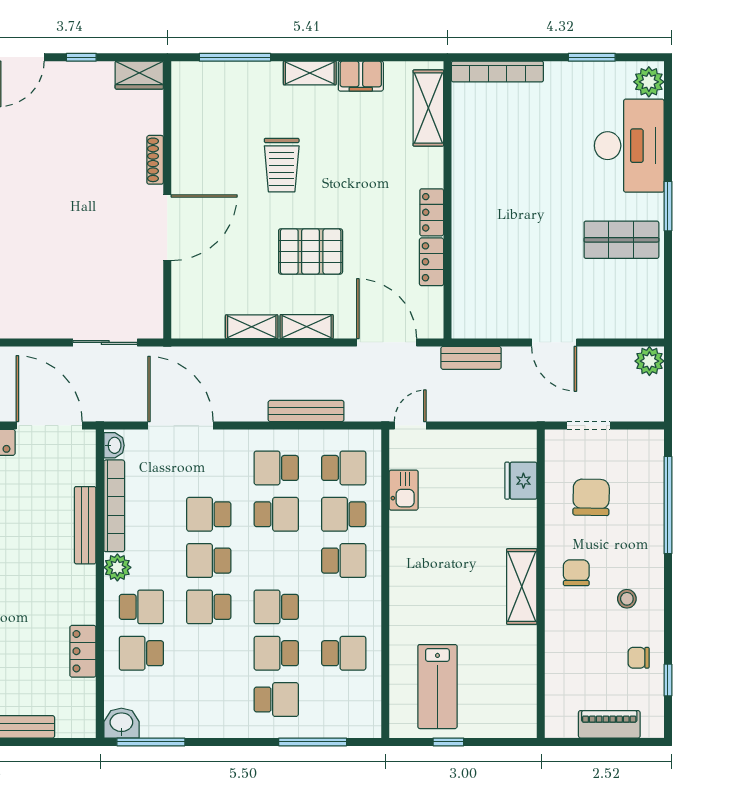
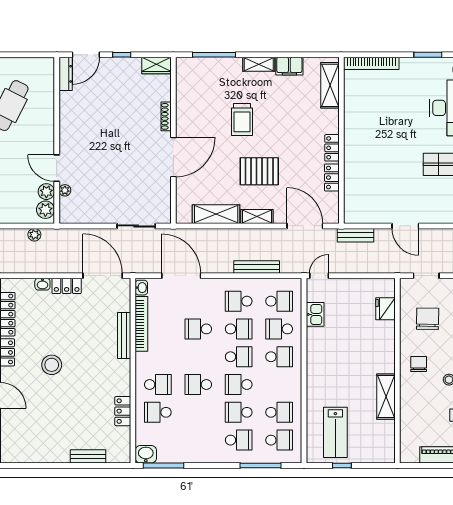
shelving: (252, 327) -> (216, 214), width x1.50, depth x1.33
school desk: (209, 561) -> (239, 357), moved, turned 180
plant: (117, 567) -> (143, 361), removed
shelving: (522, 587) -> (386, 397), moved
school desk: (344, 700) -> (279, 440), added

